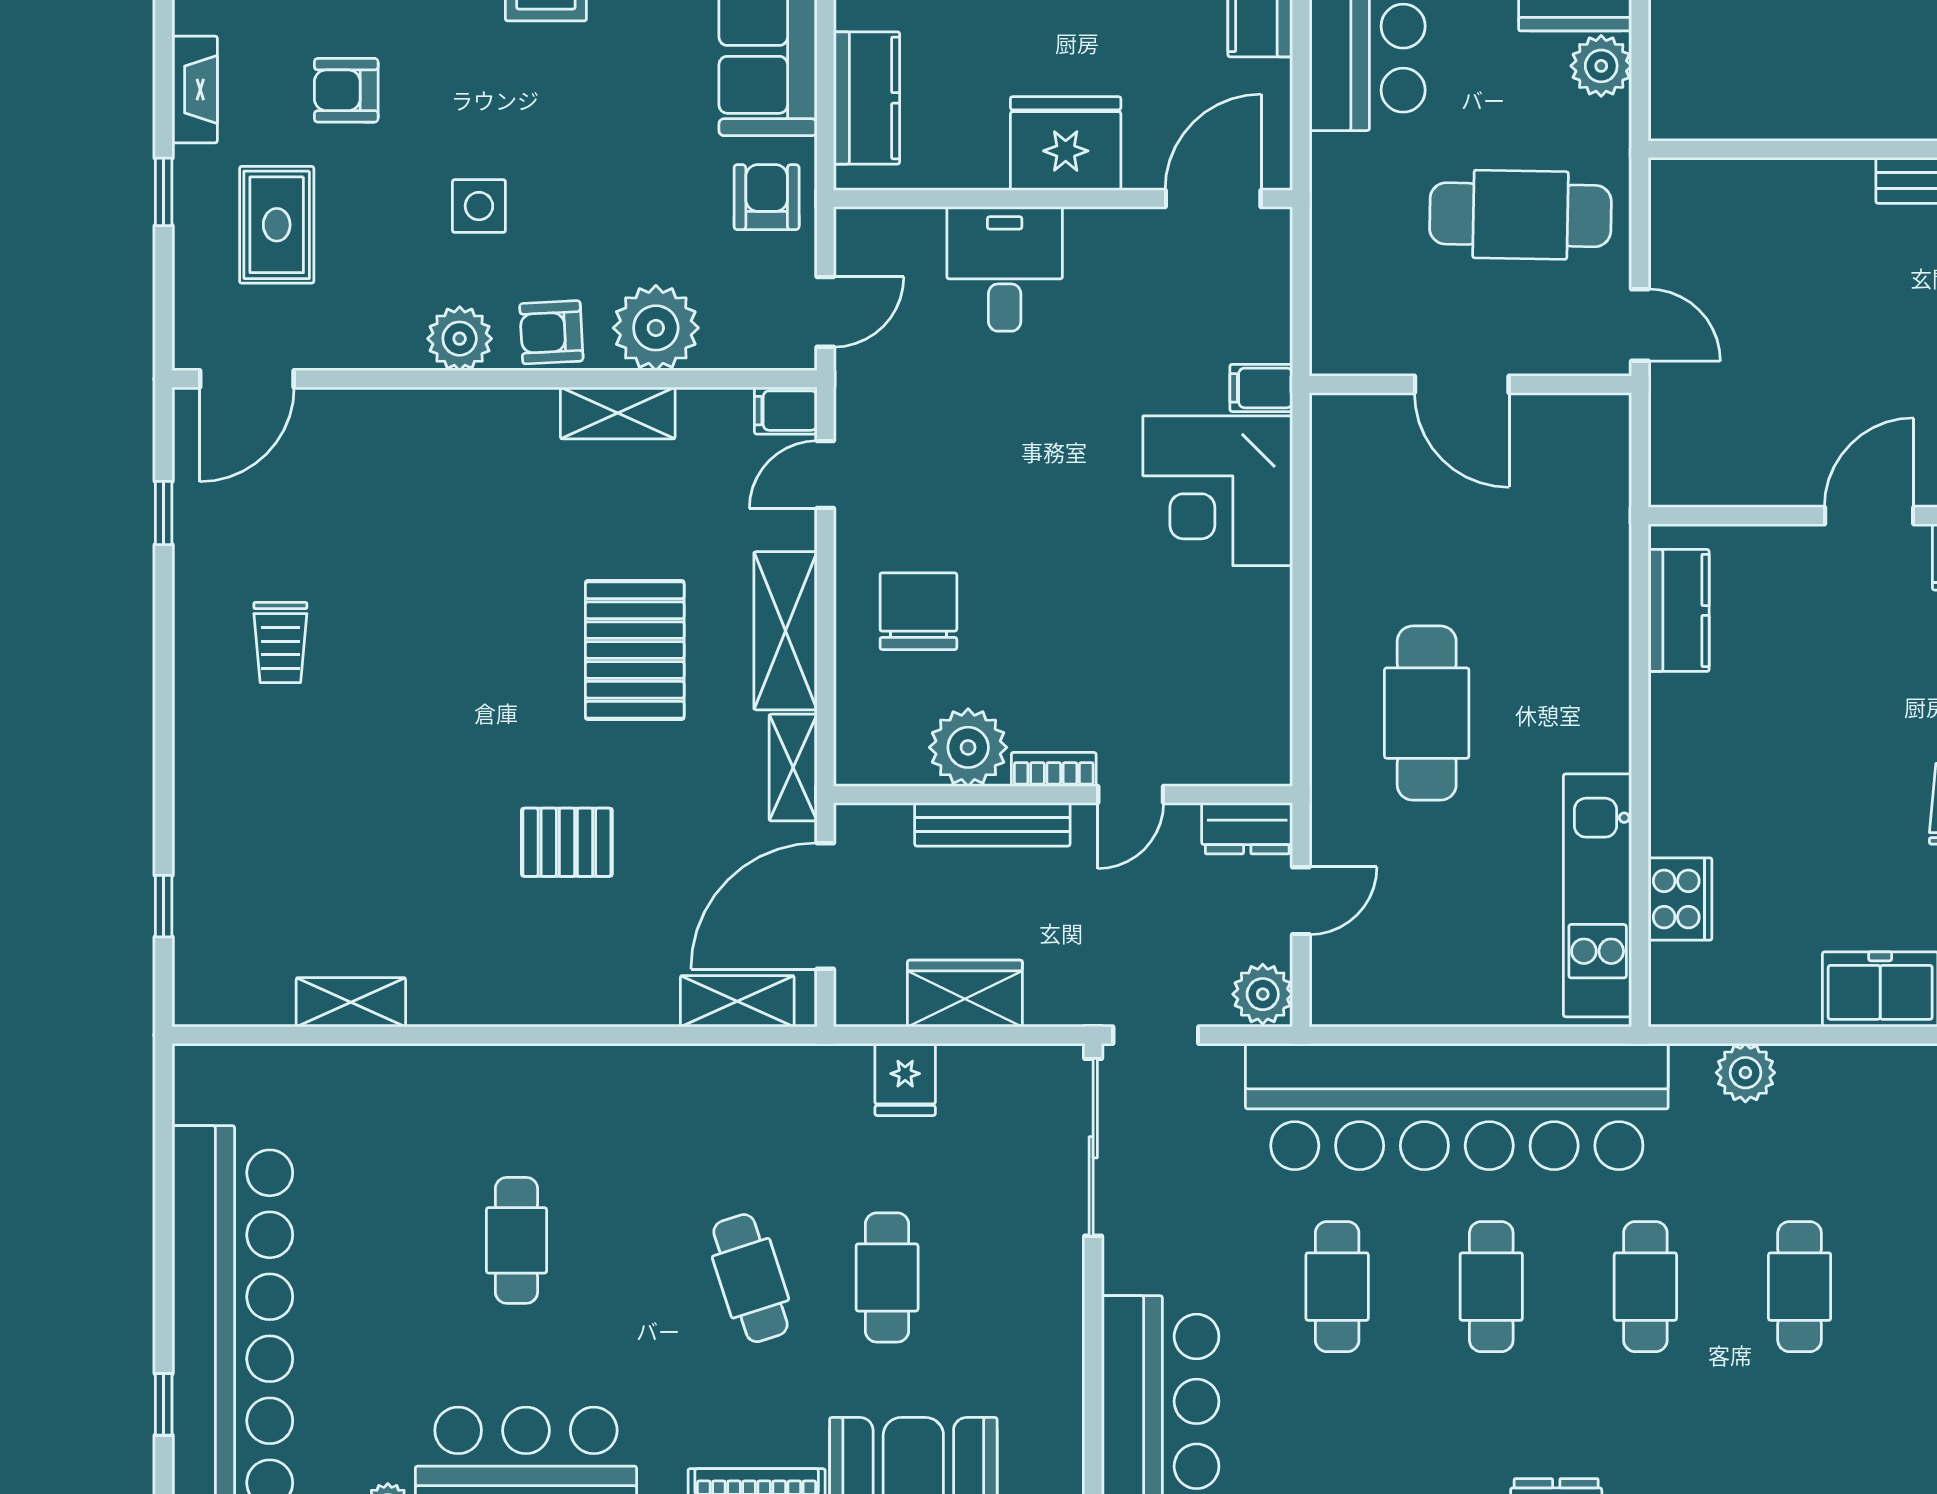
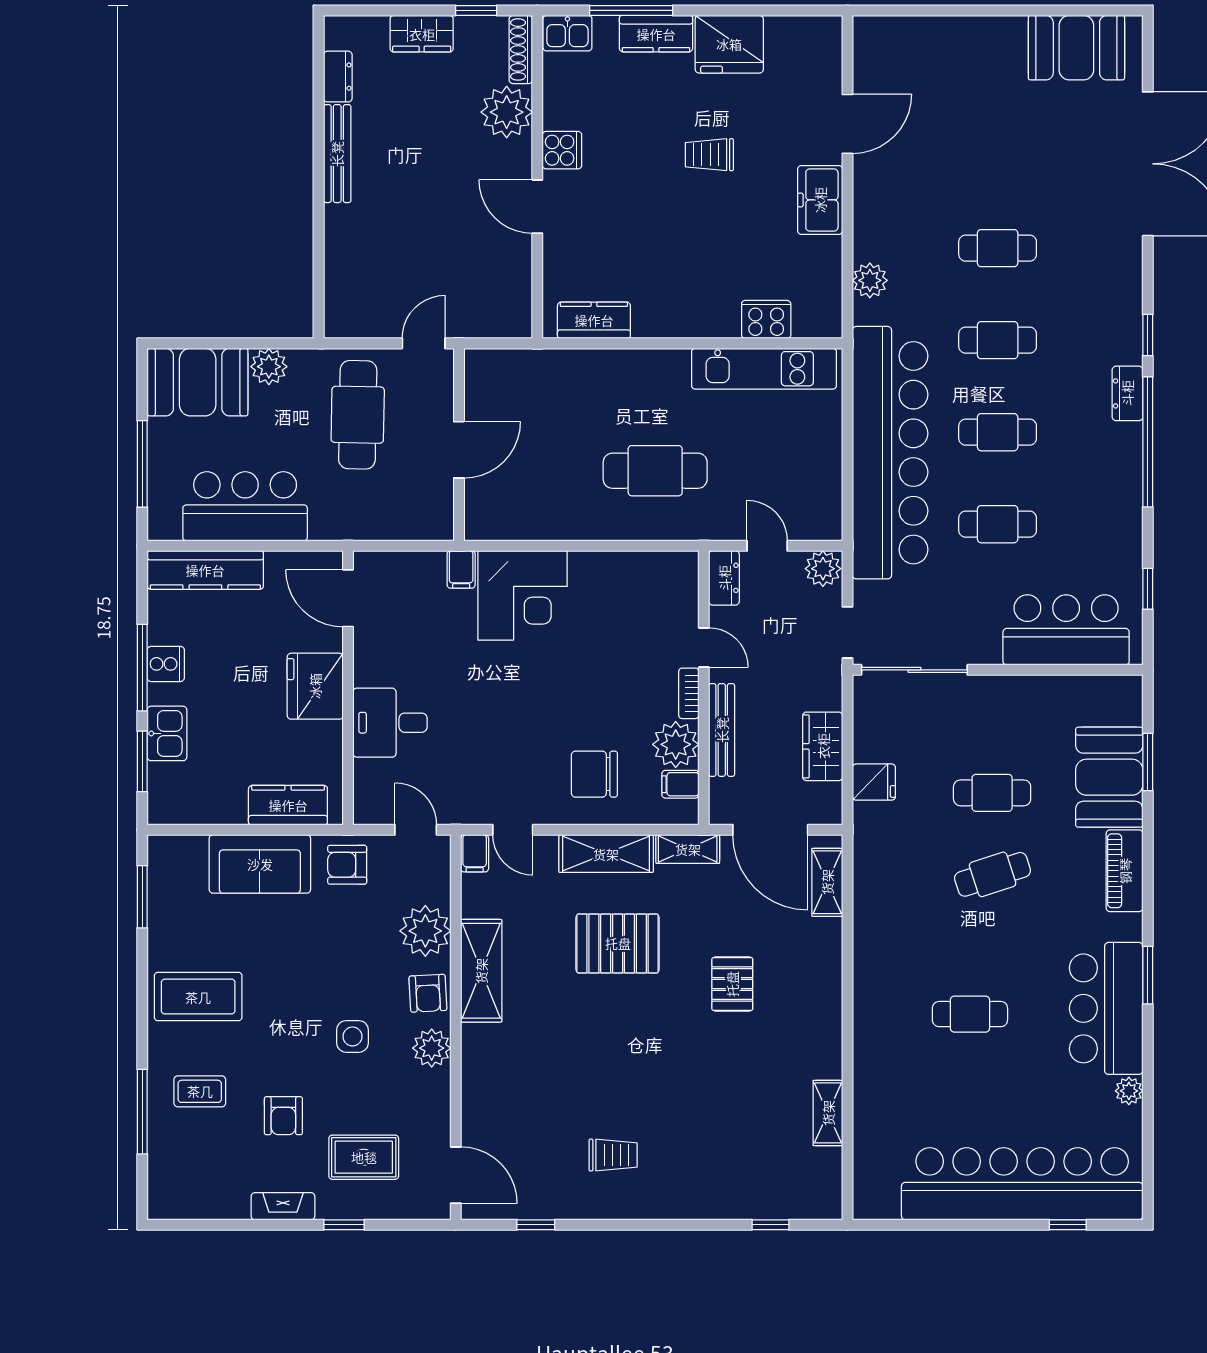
shelving: (618, 413) -> (481, 971), width x1.50, depth x1.33
filing cabinet: (902, 755) -> (680, 784), added

